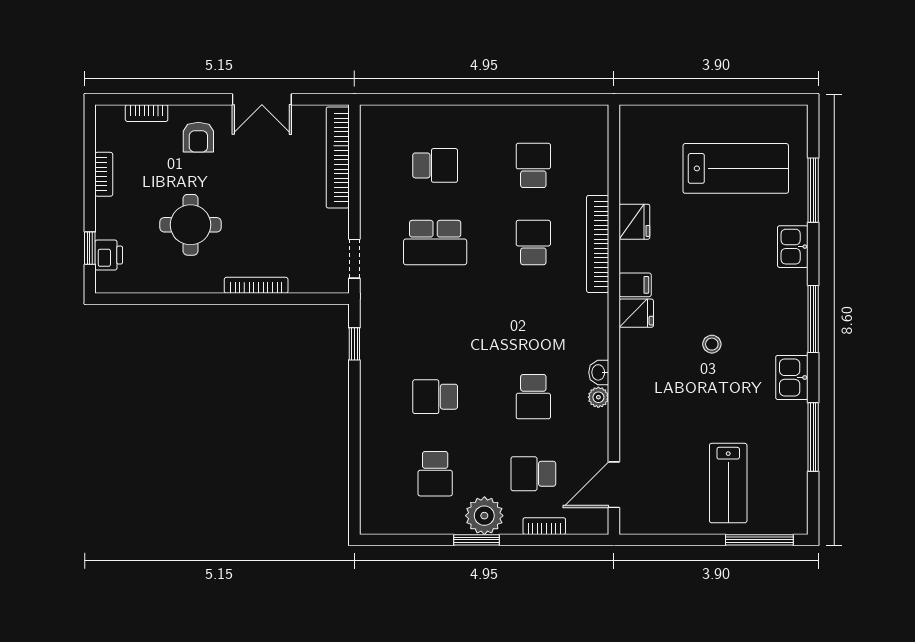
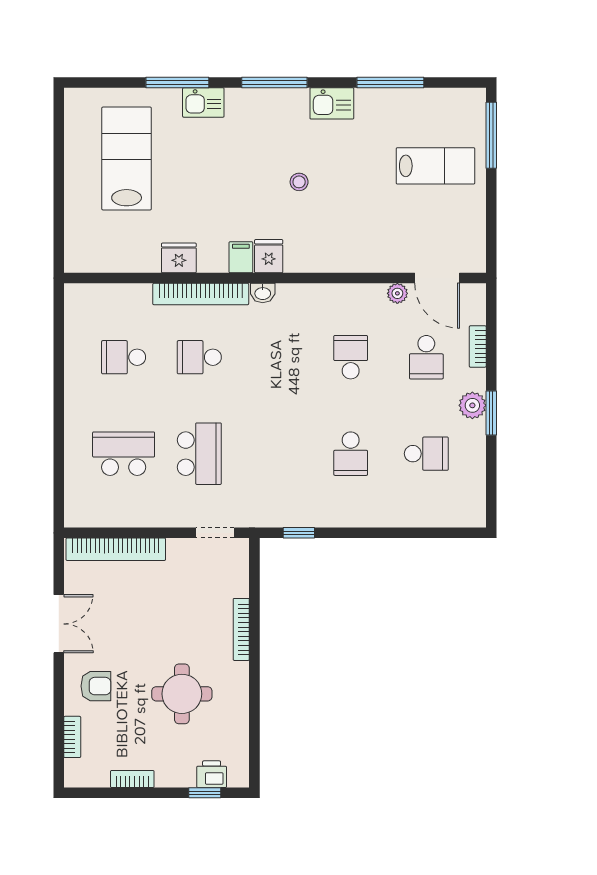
school desk: (435, 165) -> (124, 454), width x1.85
window: (813, 190) -> (177, 82), moved
washbasin: (599, 372) -> (263, 293), moved
school desk: (533, 397) -> (351, 357), turned -90
plant: (598, 397) -> (397, 293), moved
plant: (484, 516) -> (472, 405), width x0.73, depth x0.73

